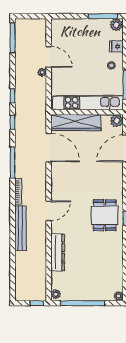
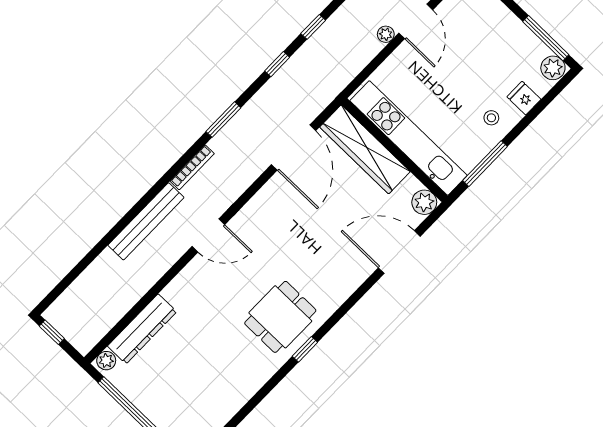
window: (13, 162) -> (223, 120), width x0.69
dresser: (58, 252) -> (142, 329), moved
window: (37, 303) -> (52, 332), moved

